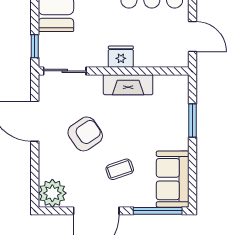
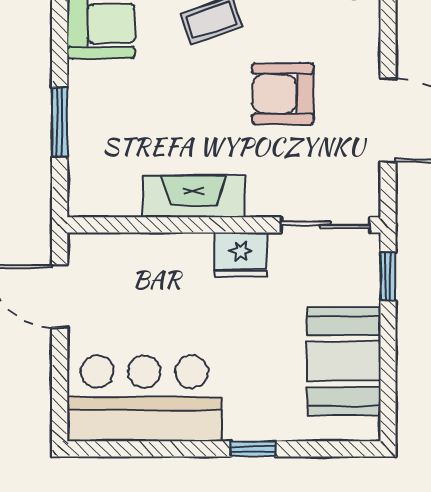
fridge: (121, 57) -> (241, 255), moved
armchair: (85, 134) -> (283, 94), turned 34

